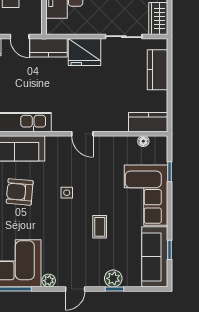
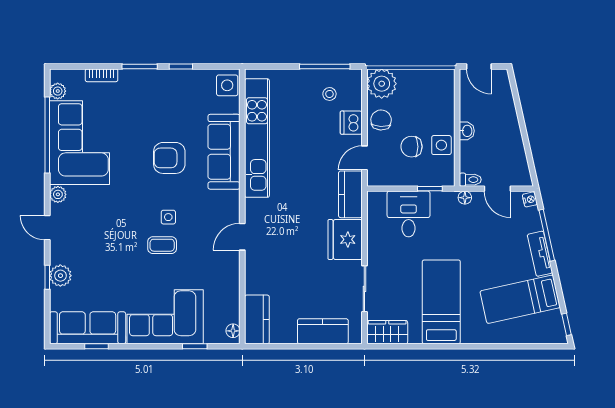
floor lamp: (143, 141) -> (233, 331), moved
armchair: (20, 192) -> (169, 158), turned -95
coffee table: (100, 227) -> (162, 245), moved

